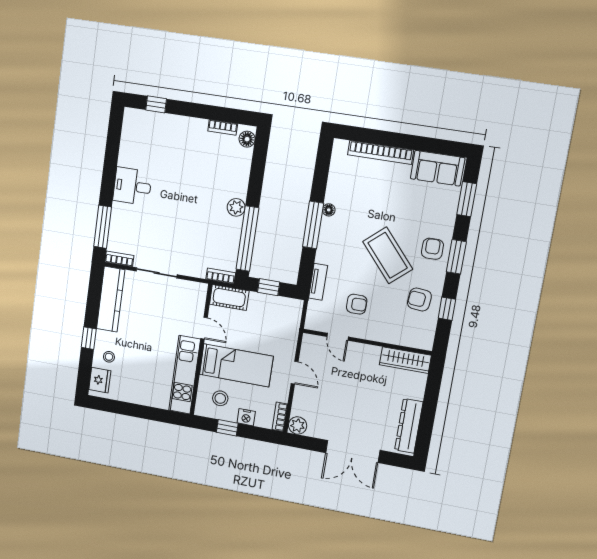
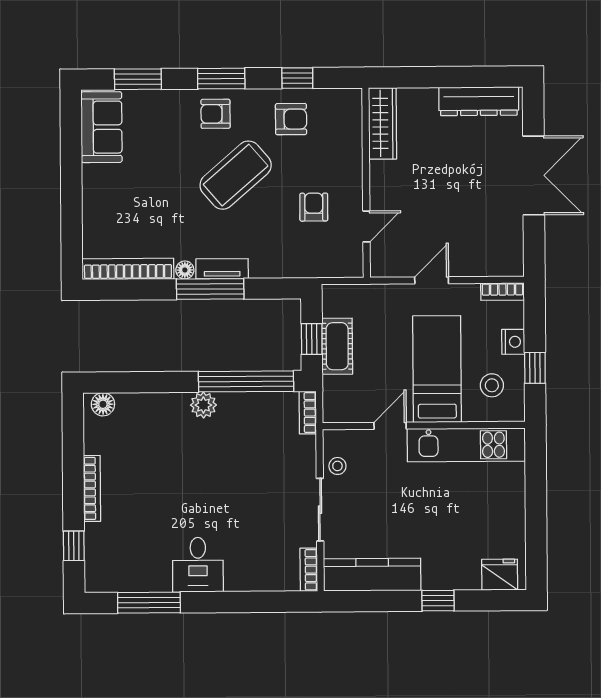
bookcase: (223, 127) -> (92, 488), moved, width x1.56
bookcase: (380, 152) -> (128, 269), moved, turned -90
window: (103, 227) -> (149, 603), moved
tv unit: (318, 282) -> (222, 269), moved
cot: (229, 298) -> (337, 346), moved
armchair: (419, 299) -> (291, 119), turned -95
stool: (109, 357) -> (337, 466), moved
plant: (298, 425) -> (510, 263), removed

